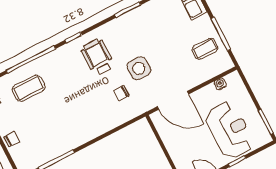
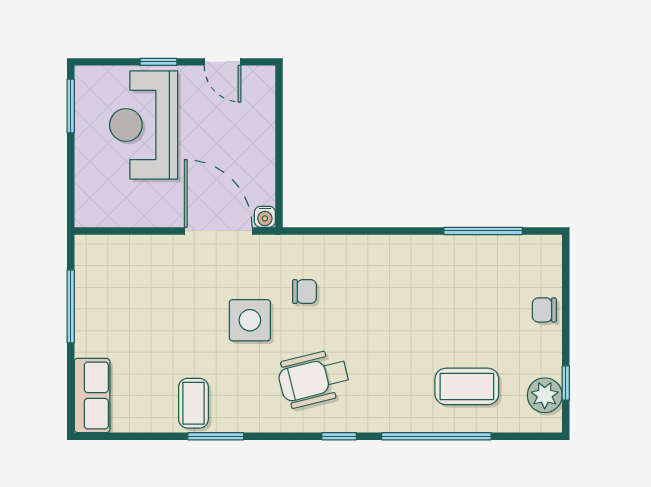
coffee table: (205, 49) -> (193, 403), moved, turned 90
wheelchair: (98, 57) -> (314, 379), turned 76
water cooler: (220, 84) -> (265, 217), moved

